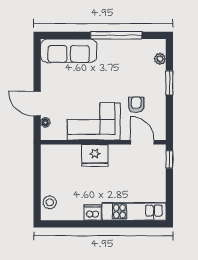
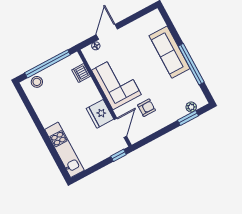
sofa: (69, 51) -> (170, 52), moved
window: (169, 83) -> (188, 118), moved
fridge: (95, 155) -> (100, 114), moved
window: (37, 182) -> (47, 64), added
dishwasher: (93, 213) -> (81, 73), moved, turned 180

